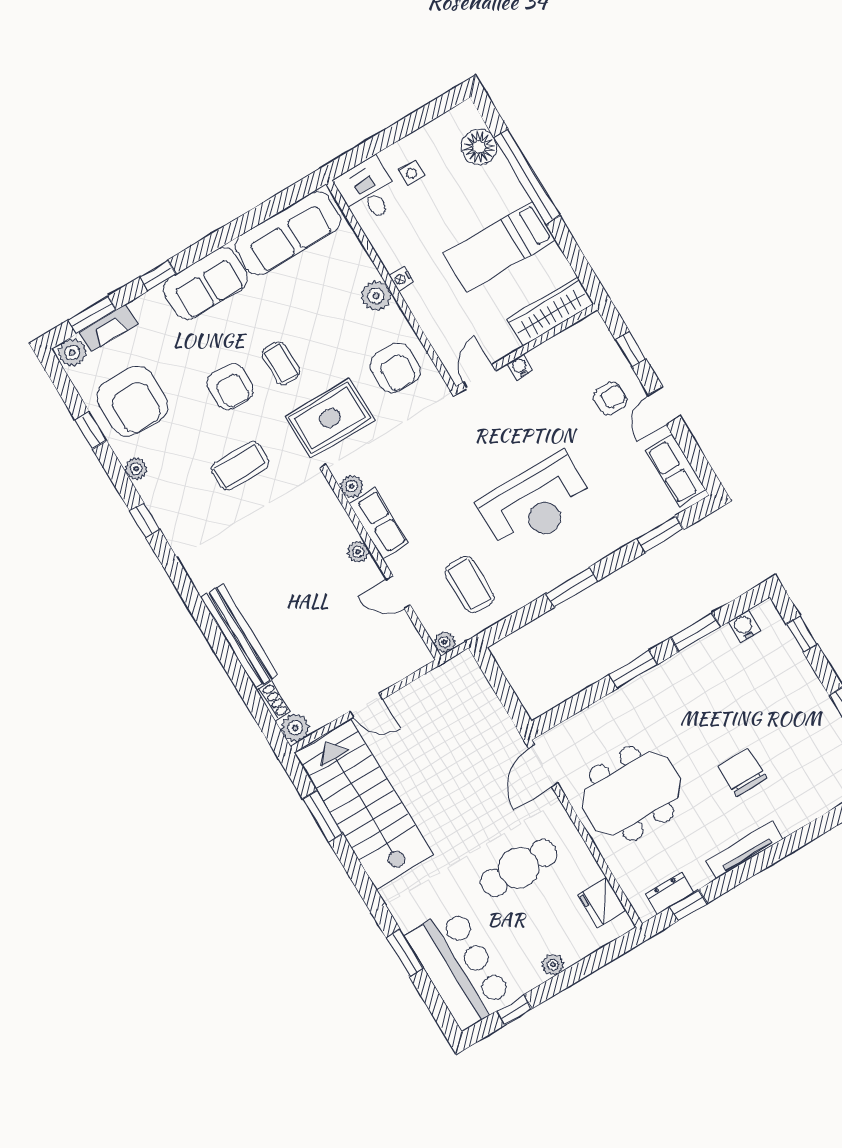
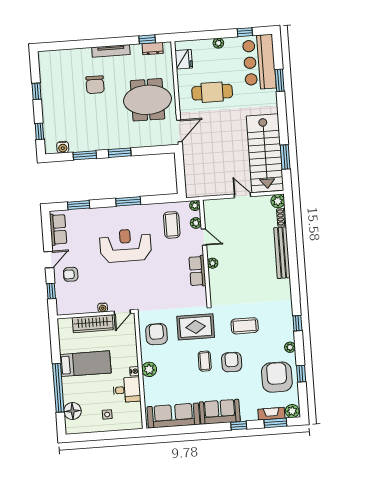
desk: (368, 191) -> (127, 390), moved, turned -90
wardrobe: (550, 311) -> (93, 324), moved
plant: (352, 486) -> (196, 223), moved

